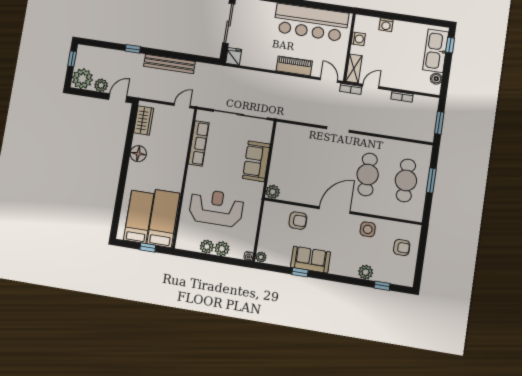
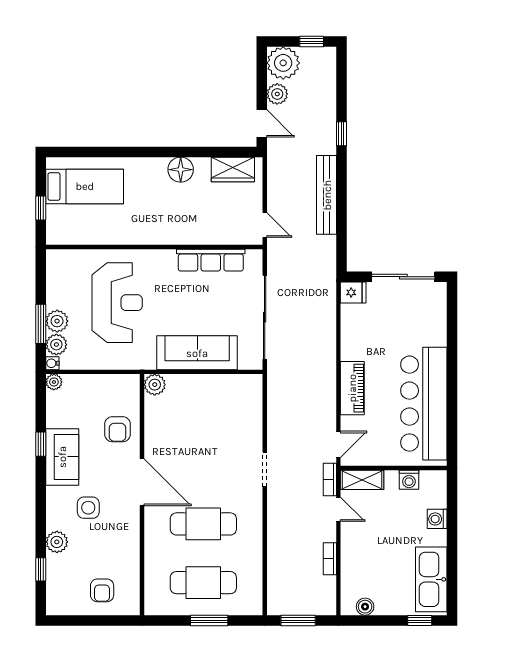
kitchen sink: (436, 51) -> (431, 579), moved, turned -90
sofa: (256, 161) -> (197, 353), width x1.36
bed: (163, 219) -> (88, 225), removed
side table: (368, 229) -> (88, 508), moved
plant: (207, 247) -> (56, 345), moved
window: (222, 260) -> (41, 324), added

